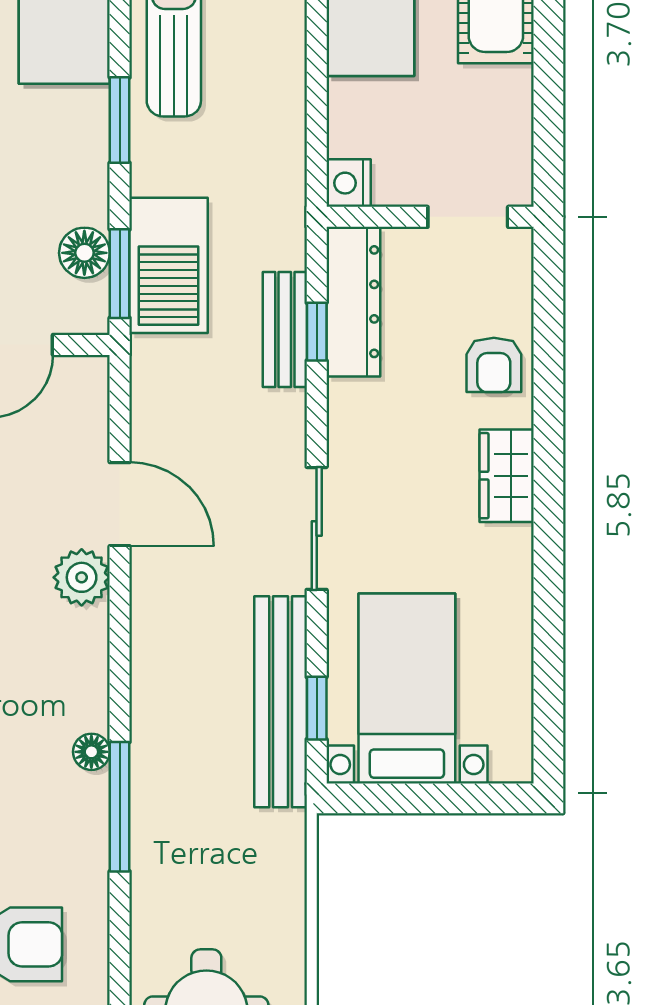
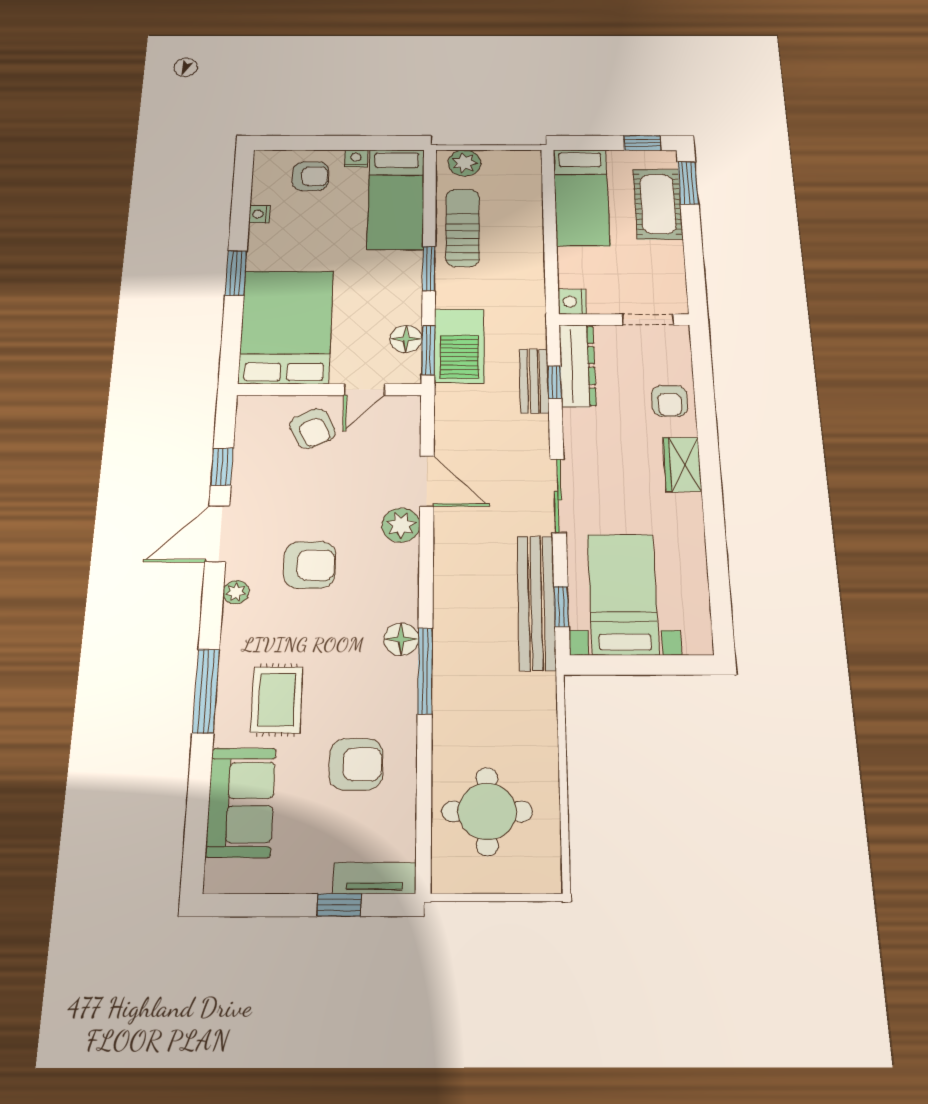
floor lamp: (91, 752) -> (401, 639), width x1.37, depth x1.37

